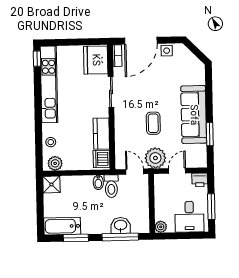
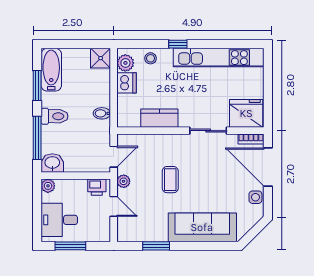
window: (37, 59) -> (178, 44), moved
sofa: (194, 115) -> (202, 227), moved
coffee table: (153, 123) -> (170, 180), turned 90
plant: (155, 158) -> (124, 181), width x0.53, depth x0.53
dishwasher: (102, 159) -> (126, 83), moved, turned 90
printer: (200, 180) -> (97, 187), moved, turned -90
toilet: (111, 186) -> (54, 116), moved, turned 180
washbasin: (121, 225) -> (52, 163), moved, turned -90

